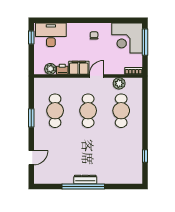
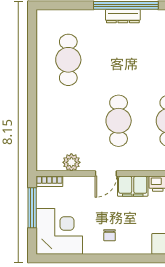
window: (145, 42) -> (32, 208), moved
cafe table: (121, 111) -> (68, 60), moved
window: (145, 156) -> (32, 52), removed

